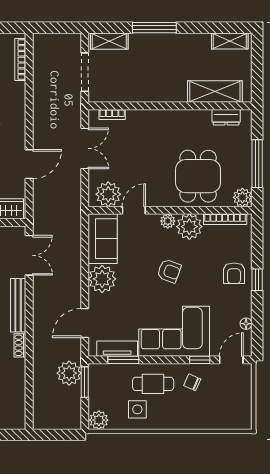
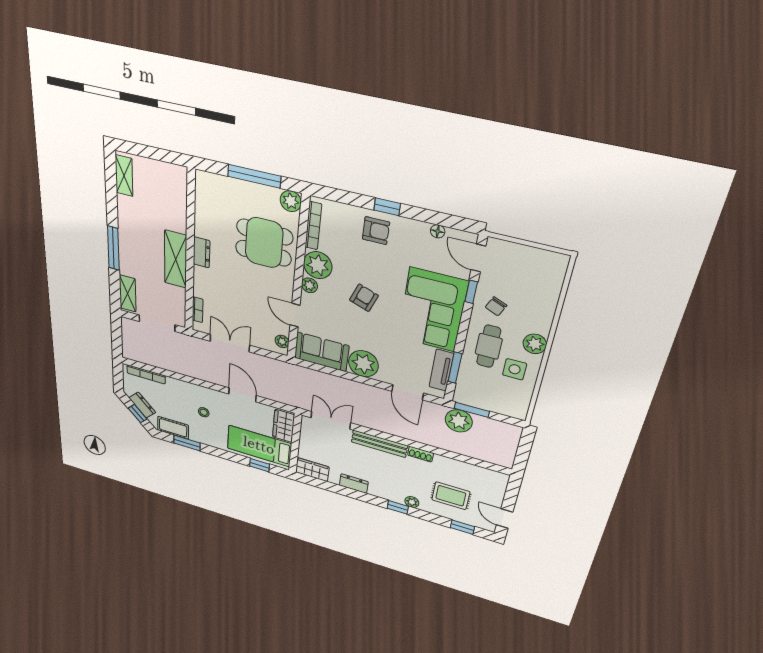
shelving: (215, 91) -> (176, 259), moved
dresser: (226, 117) -> (202, 252), moved
plant: (108, 194) -> (282, 341), width x0.53, depth x0.53
plant: (99, 420) -> (535, 344), moved

